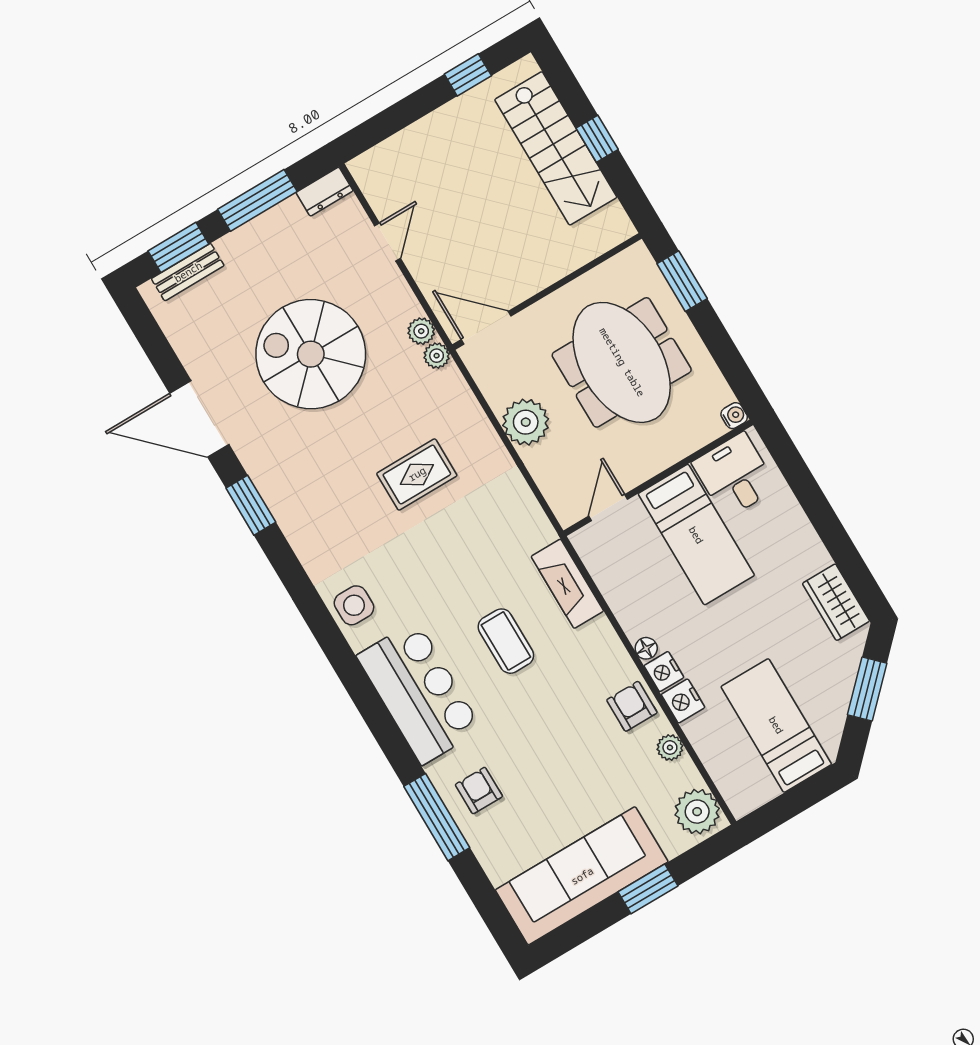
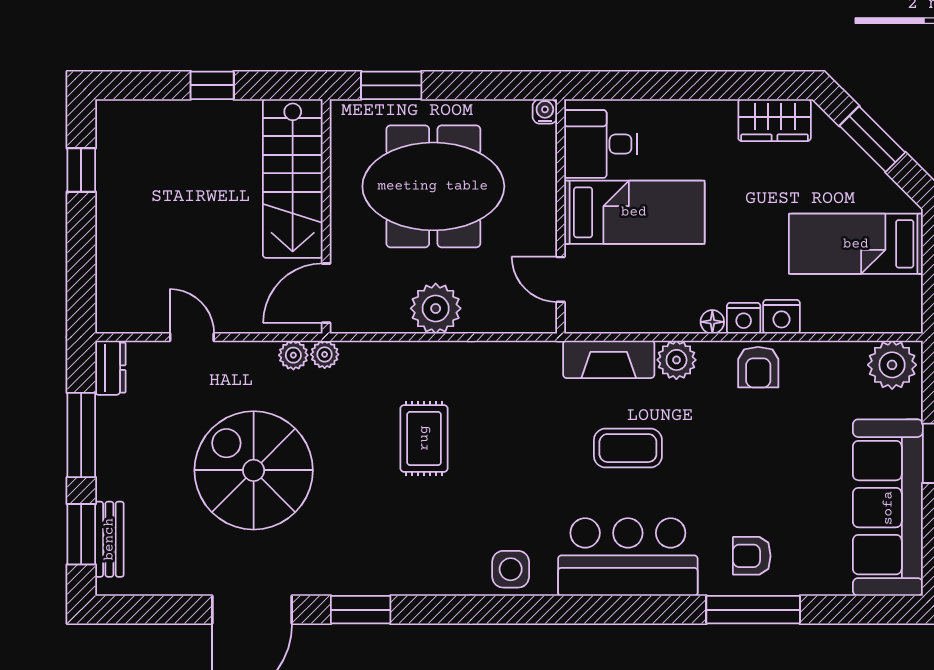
stairs: (556, 148) -> (293, 178), moved, turned 90
spiral stairs: (311, 354) -> (254, 470), turned 90
armchair: (632, 706) -> (758, 367), turned -90
plant: (670, 748) -> (676, 360), moved, width x1.38, depth x1.38

